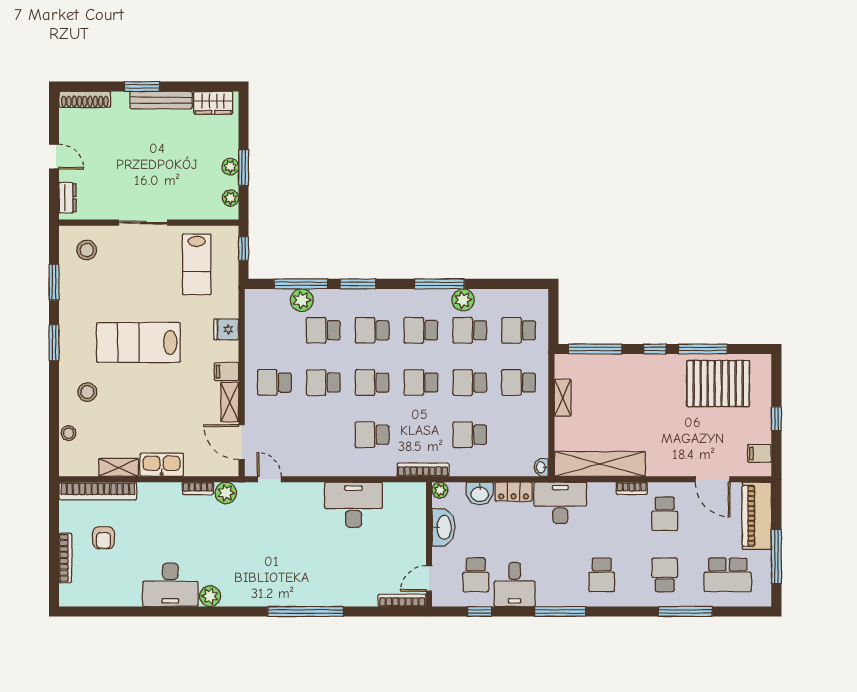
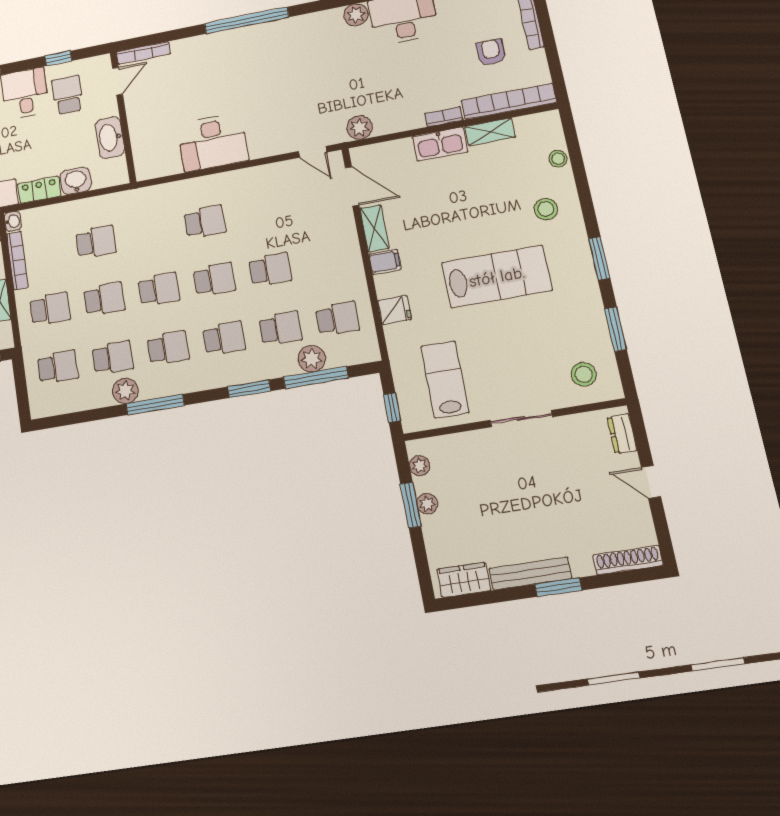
school desk: (274, 383) -> (338, 319), moved
bookcase: (423, 470) -> (17, 260), moved, turned -90
bookcase: (198, 488) -> (444, 117), moved
plant: (440, 490) -> (120, 176), removed

